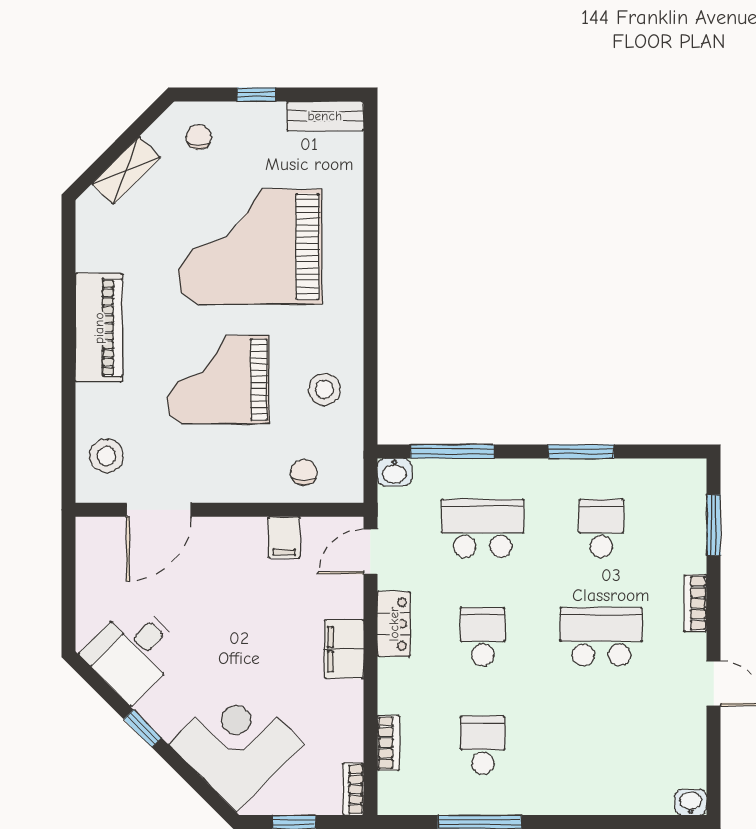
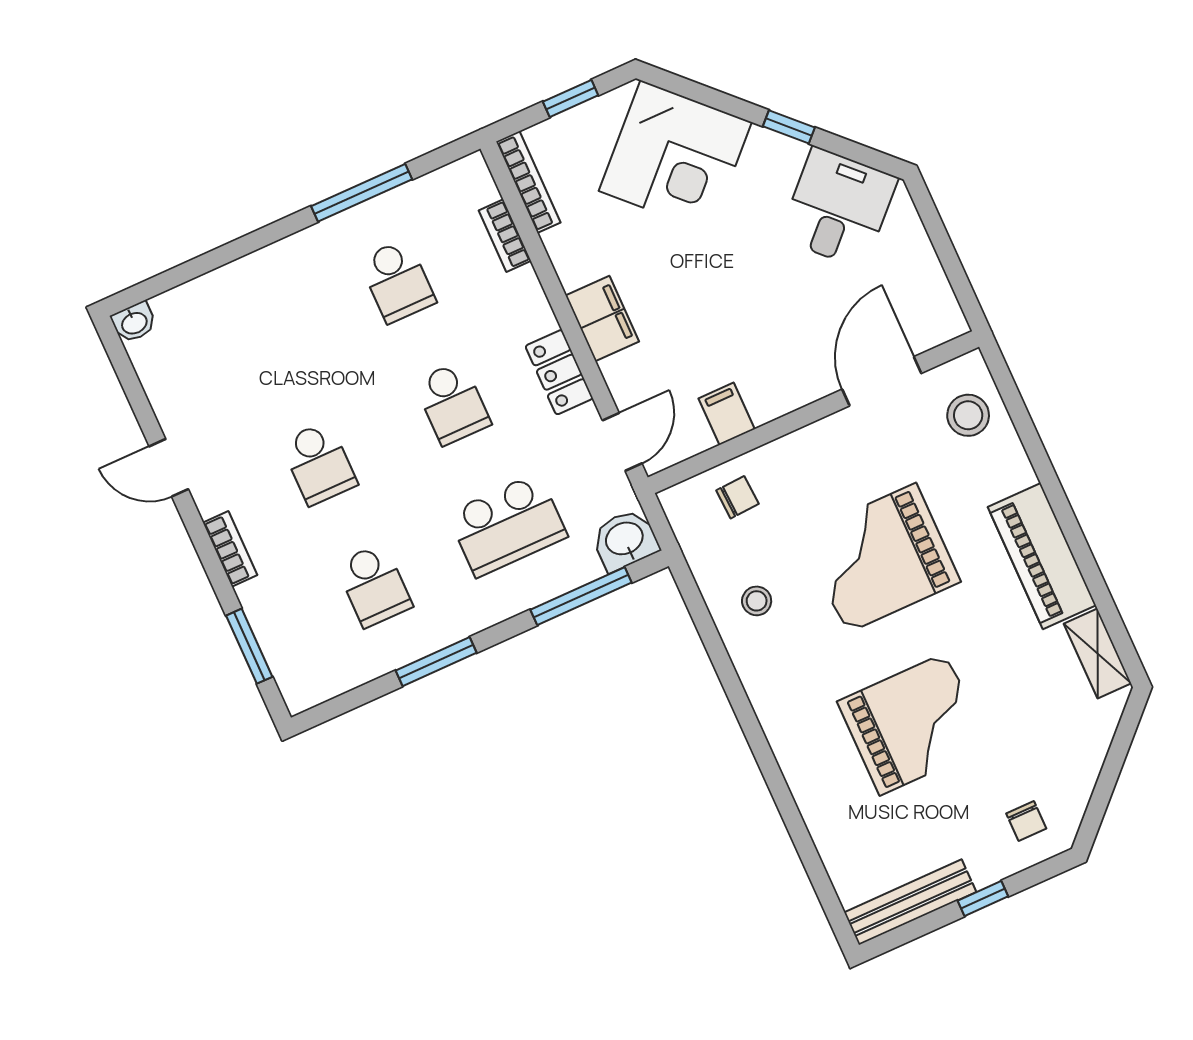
bench: (325, 116) -> (910, 902), width x1.36
shelving: (126, 171) -> (1098, 654), moved, turned -45
grand piano: (250, 247) -> (913, 724), width x0.73, depth x0.68
grand piano: (218, 380) -> (881, 558), turned 180
stool: (324, 389) -> (757, 601), width x0.73, depth x0.73
chair: (304, 472) -> (737, 497), turned -93
washbasin: (394, 472) -> (625, 540), width x1.38, depth x1.45
school desk: (601, 637) -> (319, 463), width x0.54
bookcase: (353, 789) -> (528, 182), width x1.56

